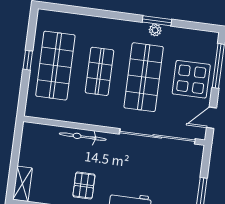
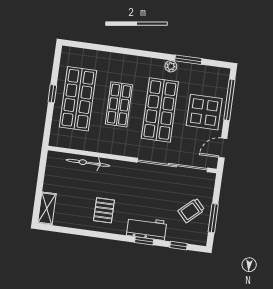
window: (157, 21) -> (188, 60), moved
bicycle: (83, 137) -> (88, 163), moved
trolley: (178, 185) -> (191, 210), added

